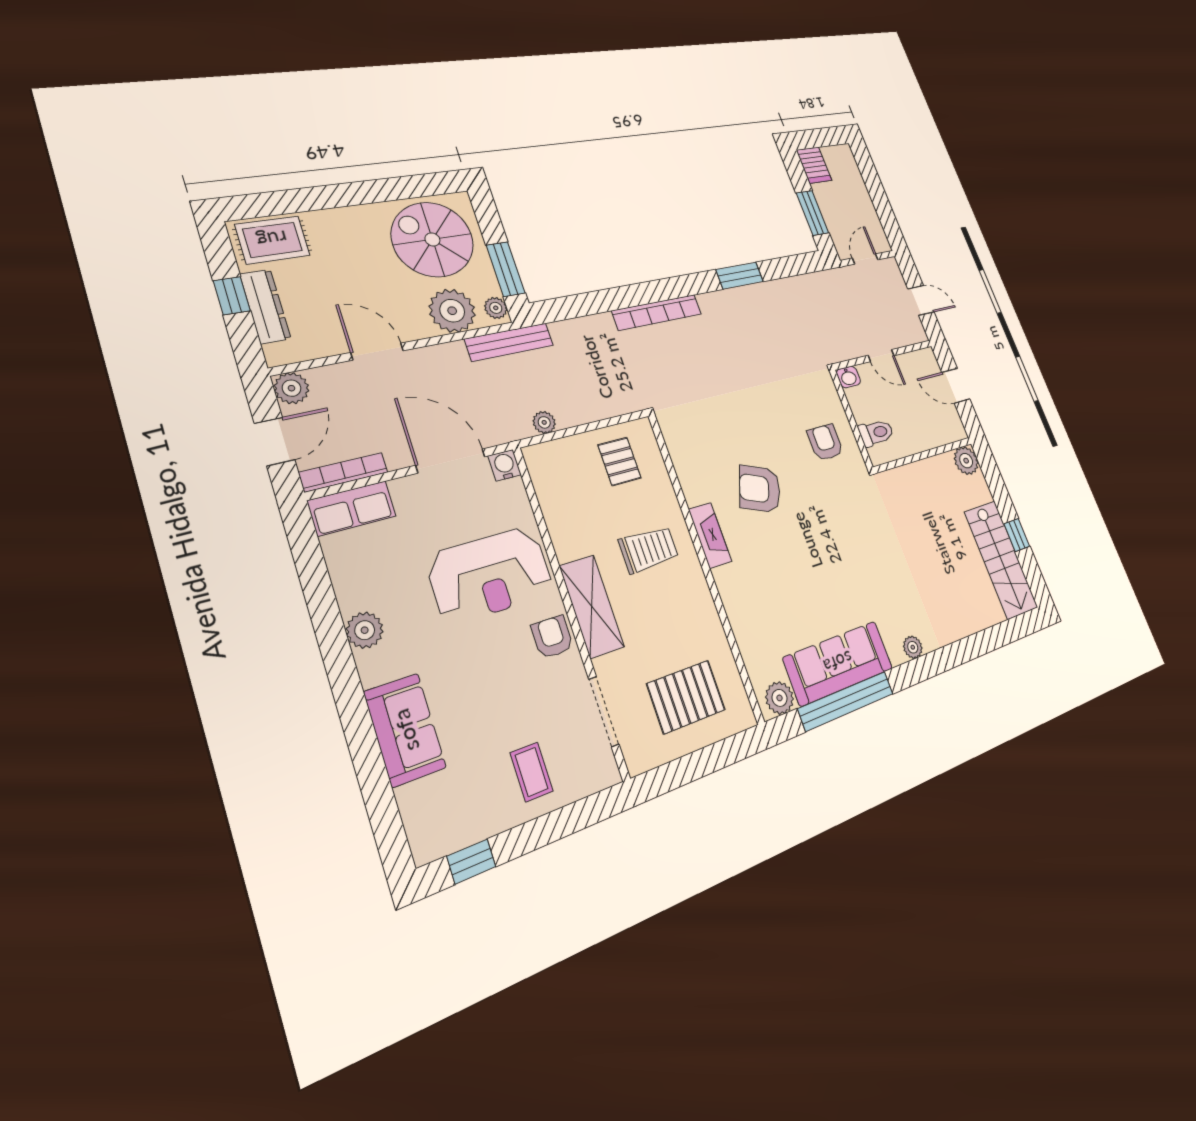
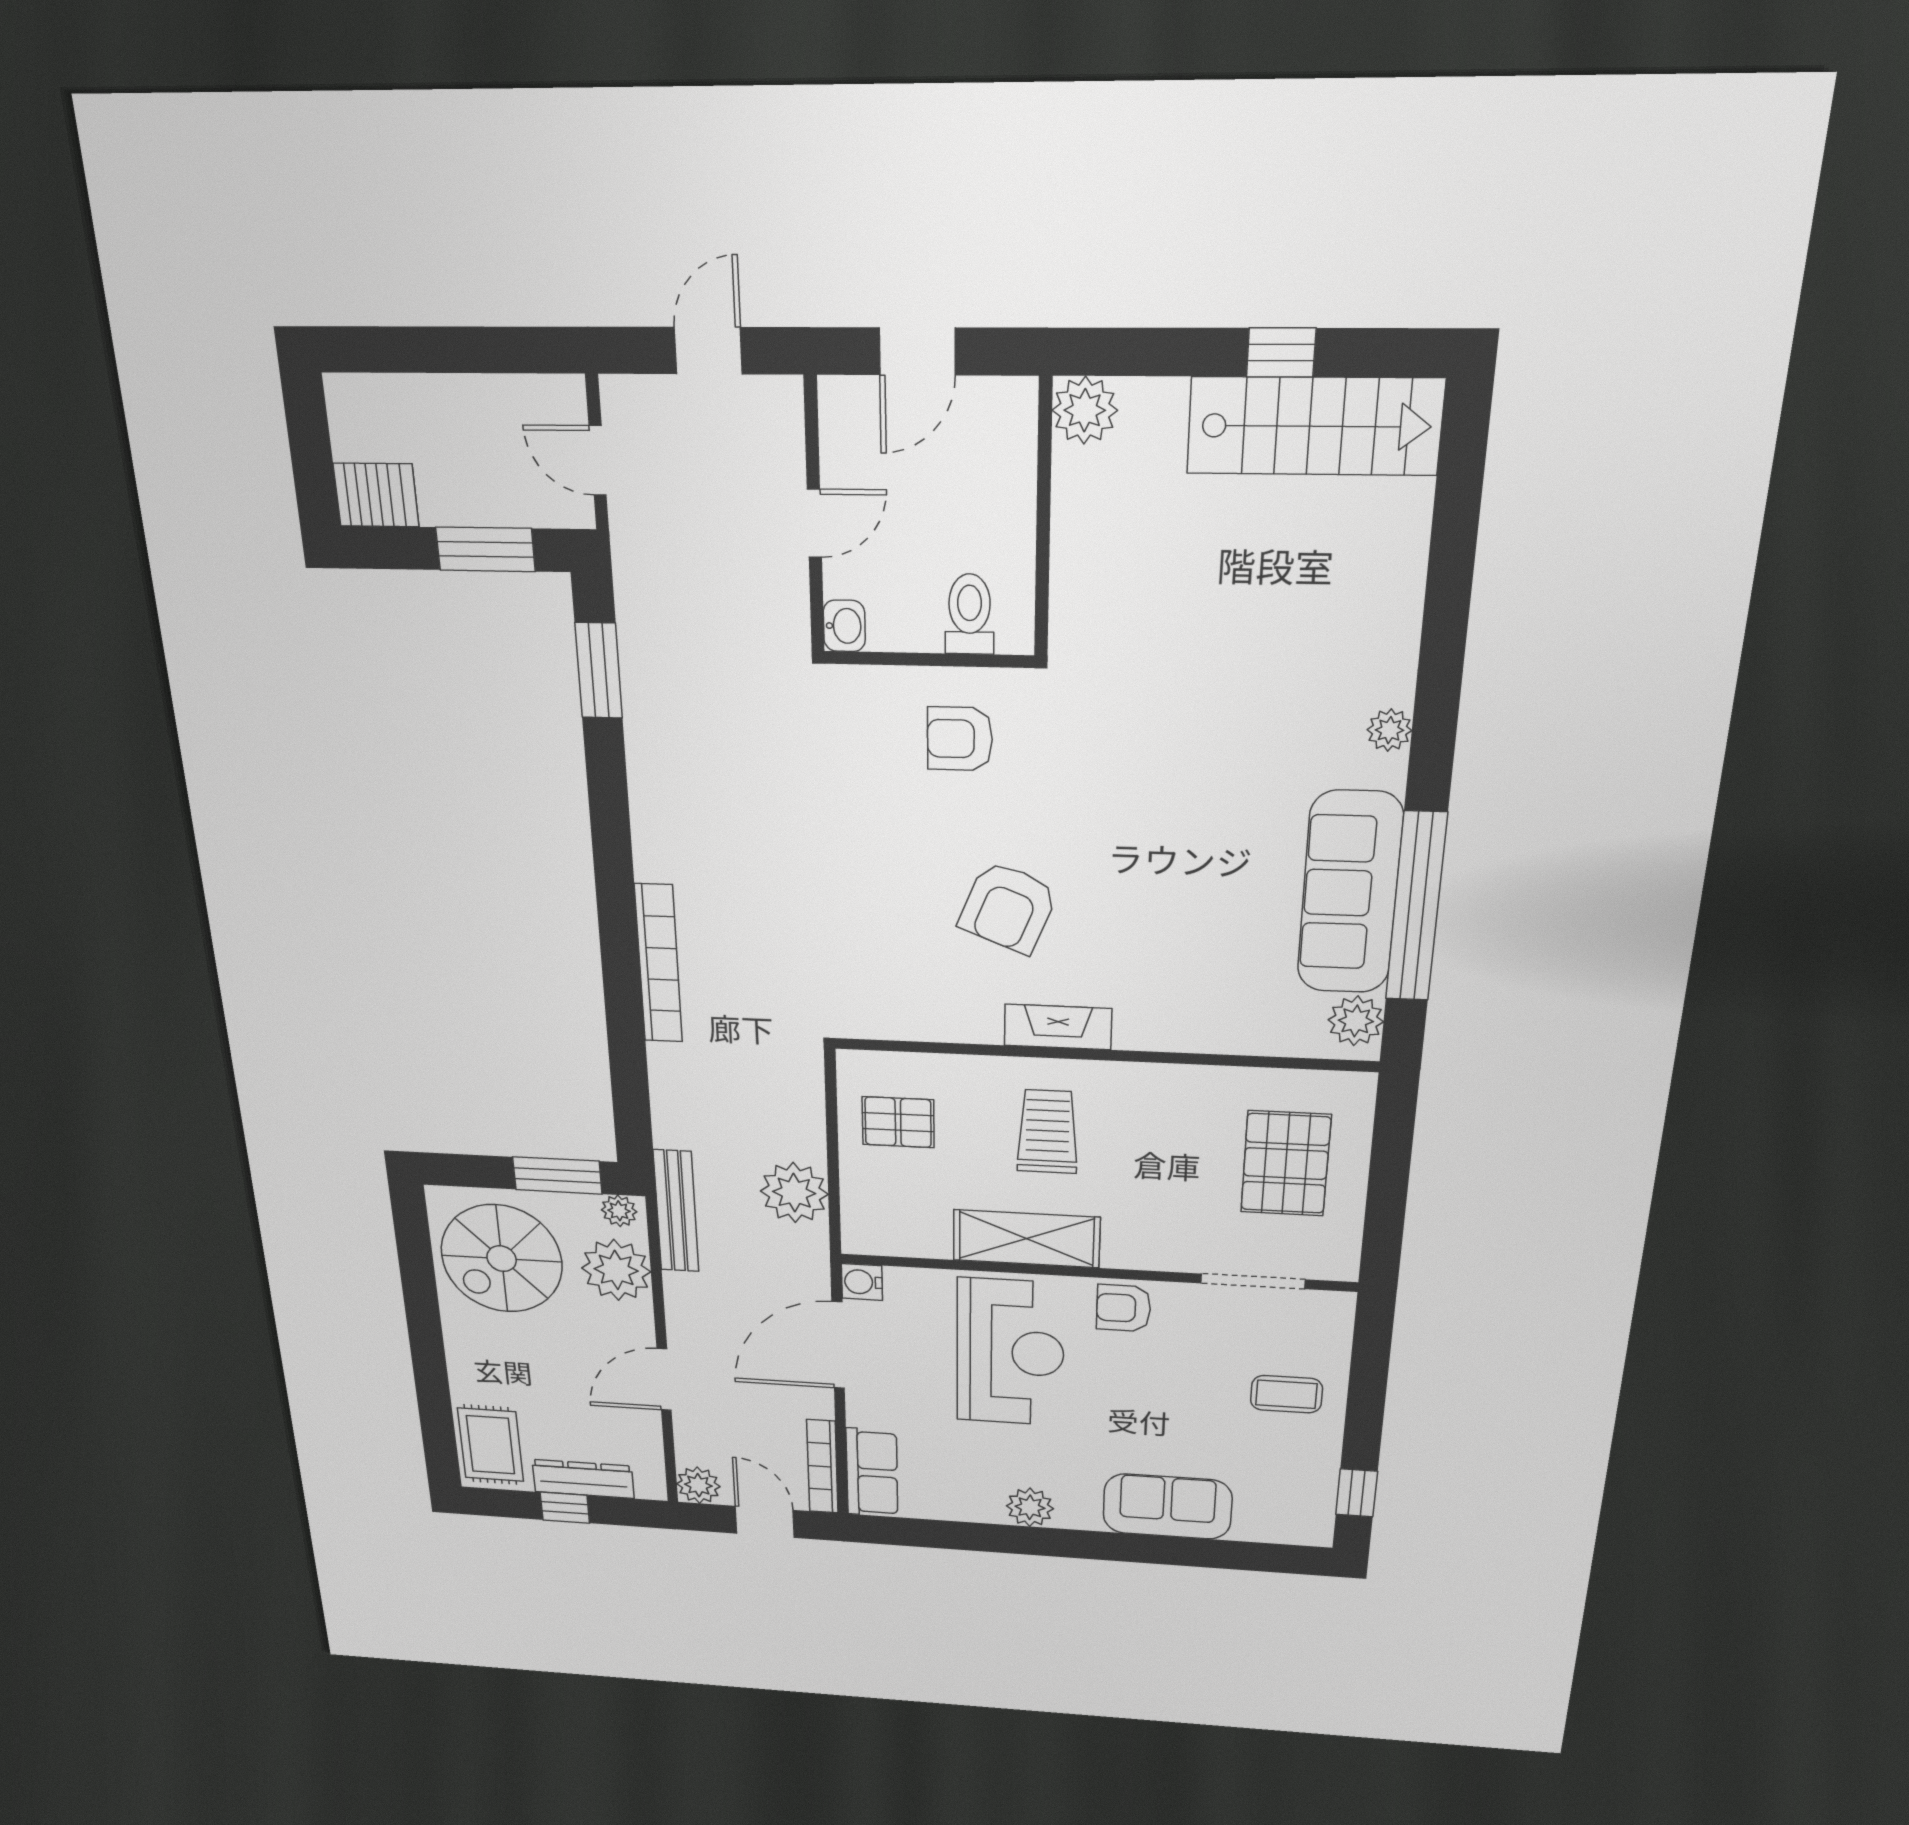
window: (740, 276) -> (599, 671), moved
plant: (544, 422) -> (794, 1193), width x1.88, depth x1.88
shelving: (592, 606) -> (1026, 1239), moved

